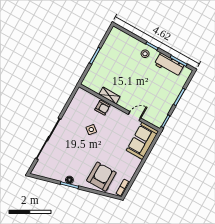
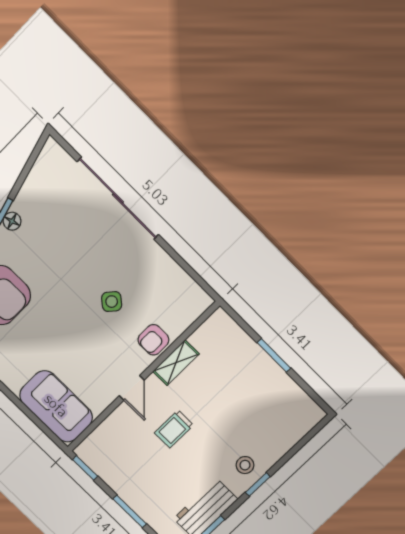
trolley: (138, 88) -> (174, 429), added
door: (135, 116) -> (132, 388), moved

